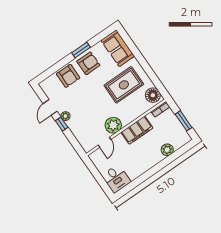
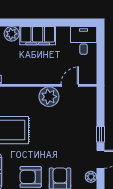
plant: (65, 116) -> (91, 177), moved
filing cabinet: (137, 130) -> (38, 36), moved, turned 180

